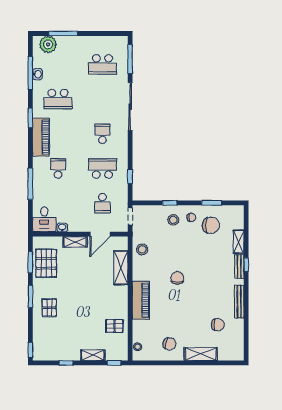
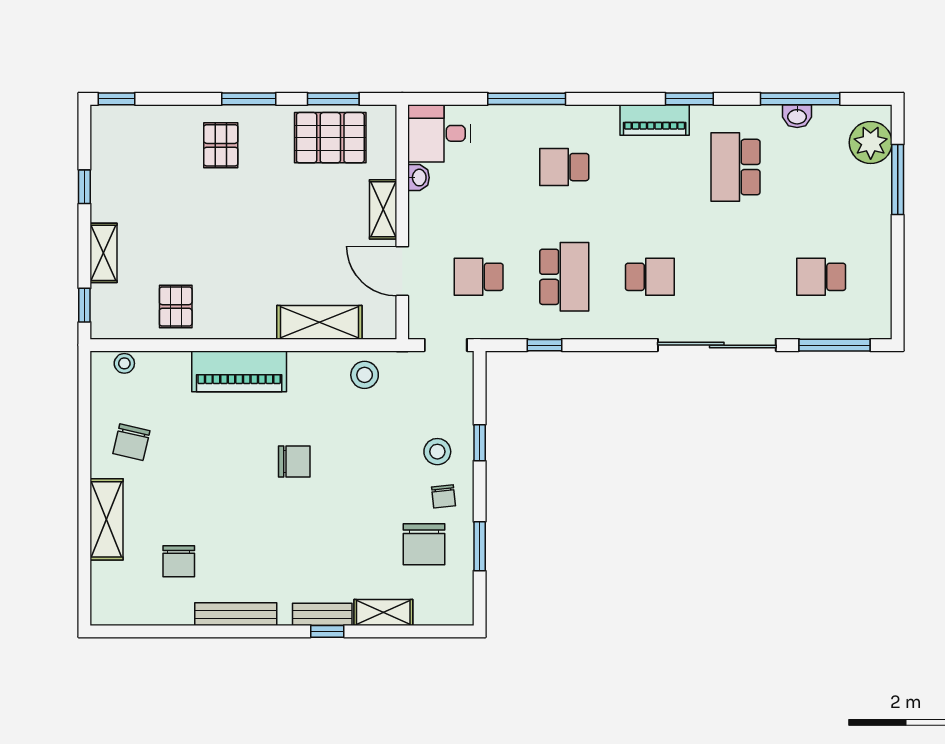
school desk: (102, 64) -> (821, 277), width x0.54
piano: (41, 137) -> (655, 120), width x0.73, depth x0.75
school desk: (58, 169) -> (564, 167), turned 180
pallet: (49, 308) -> (221, 145), turned 90

